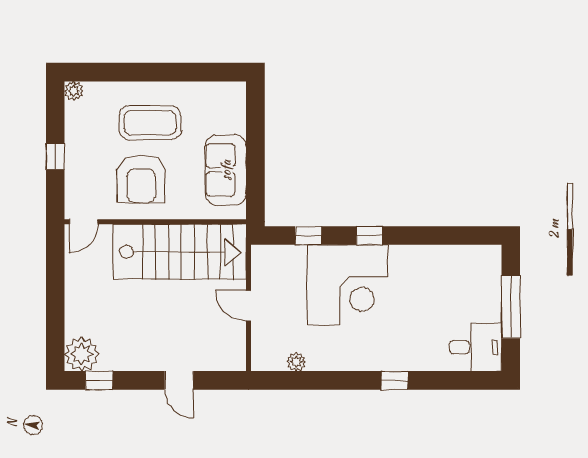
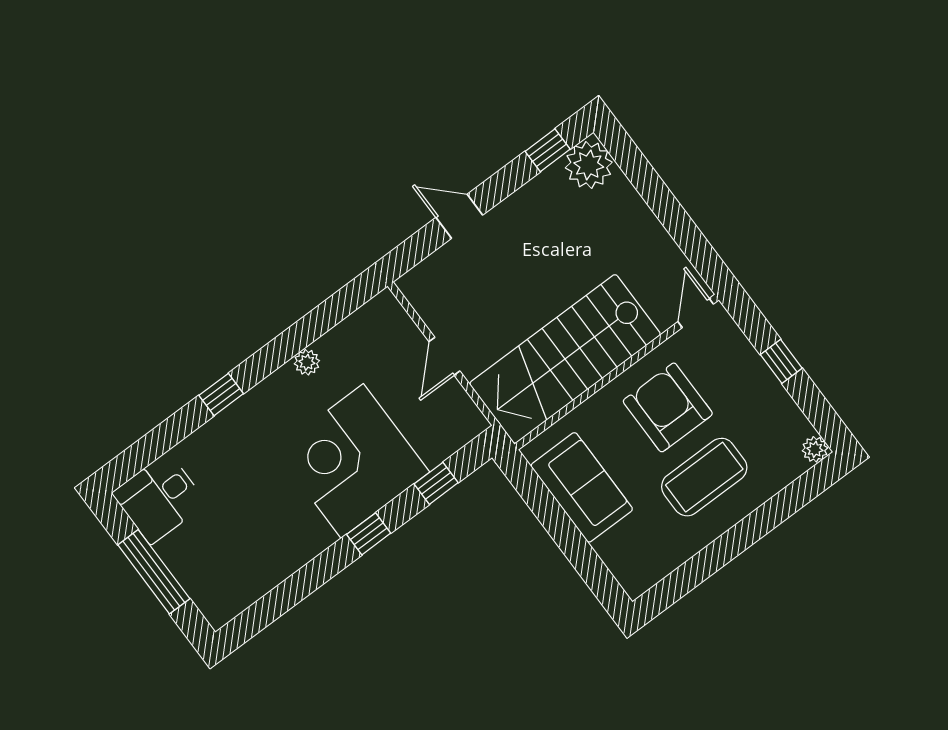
door: (248, 306) -> (444, 356), swing flipped
plant: (296, 362) -> (307, 362), moved

